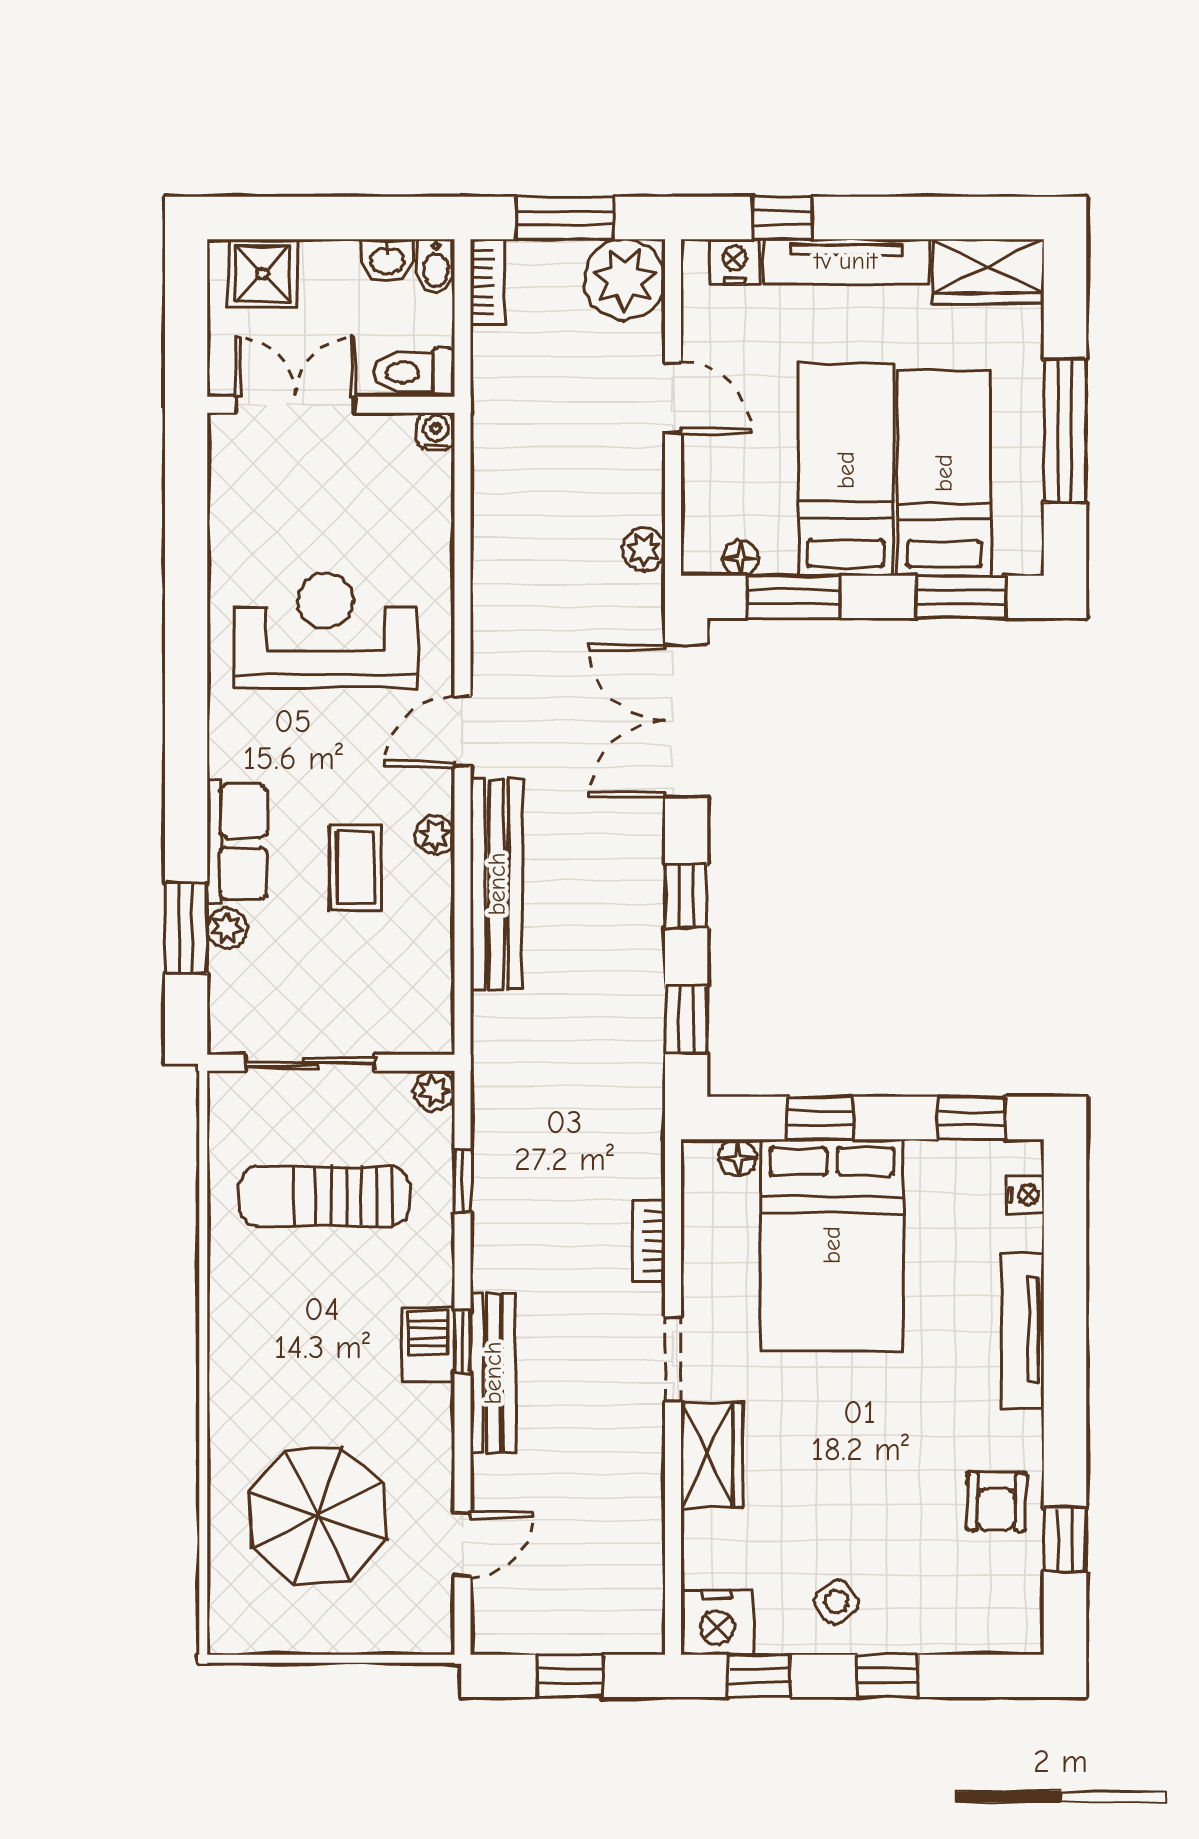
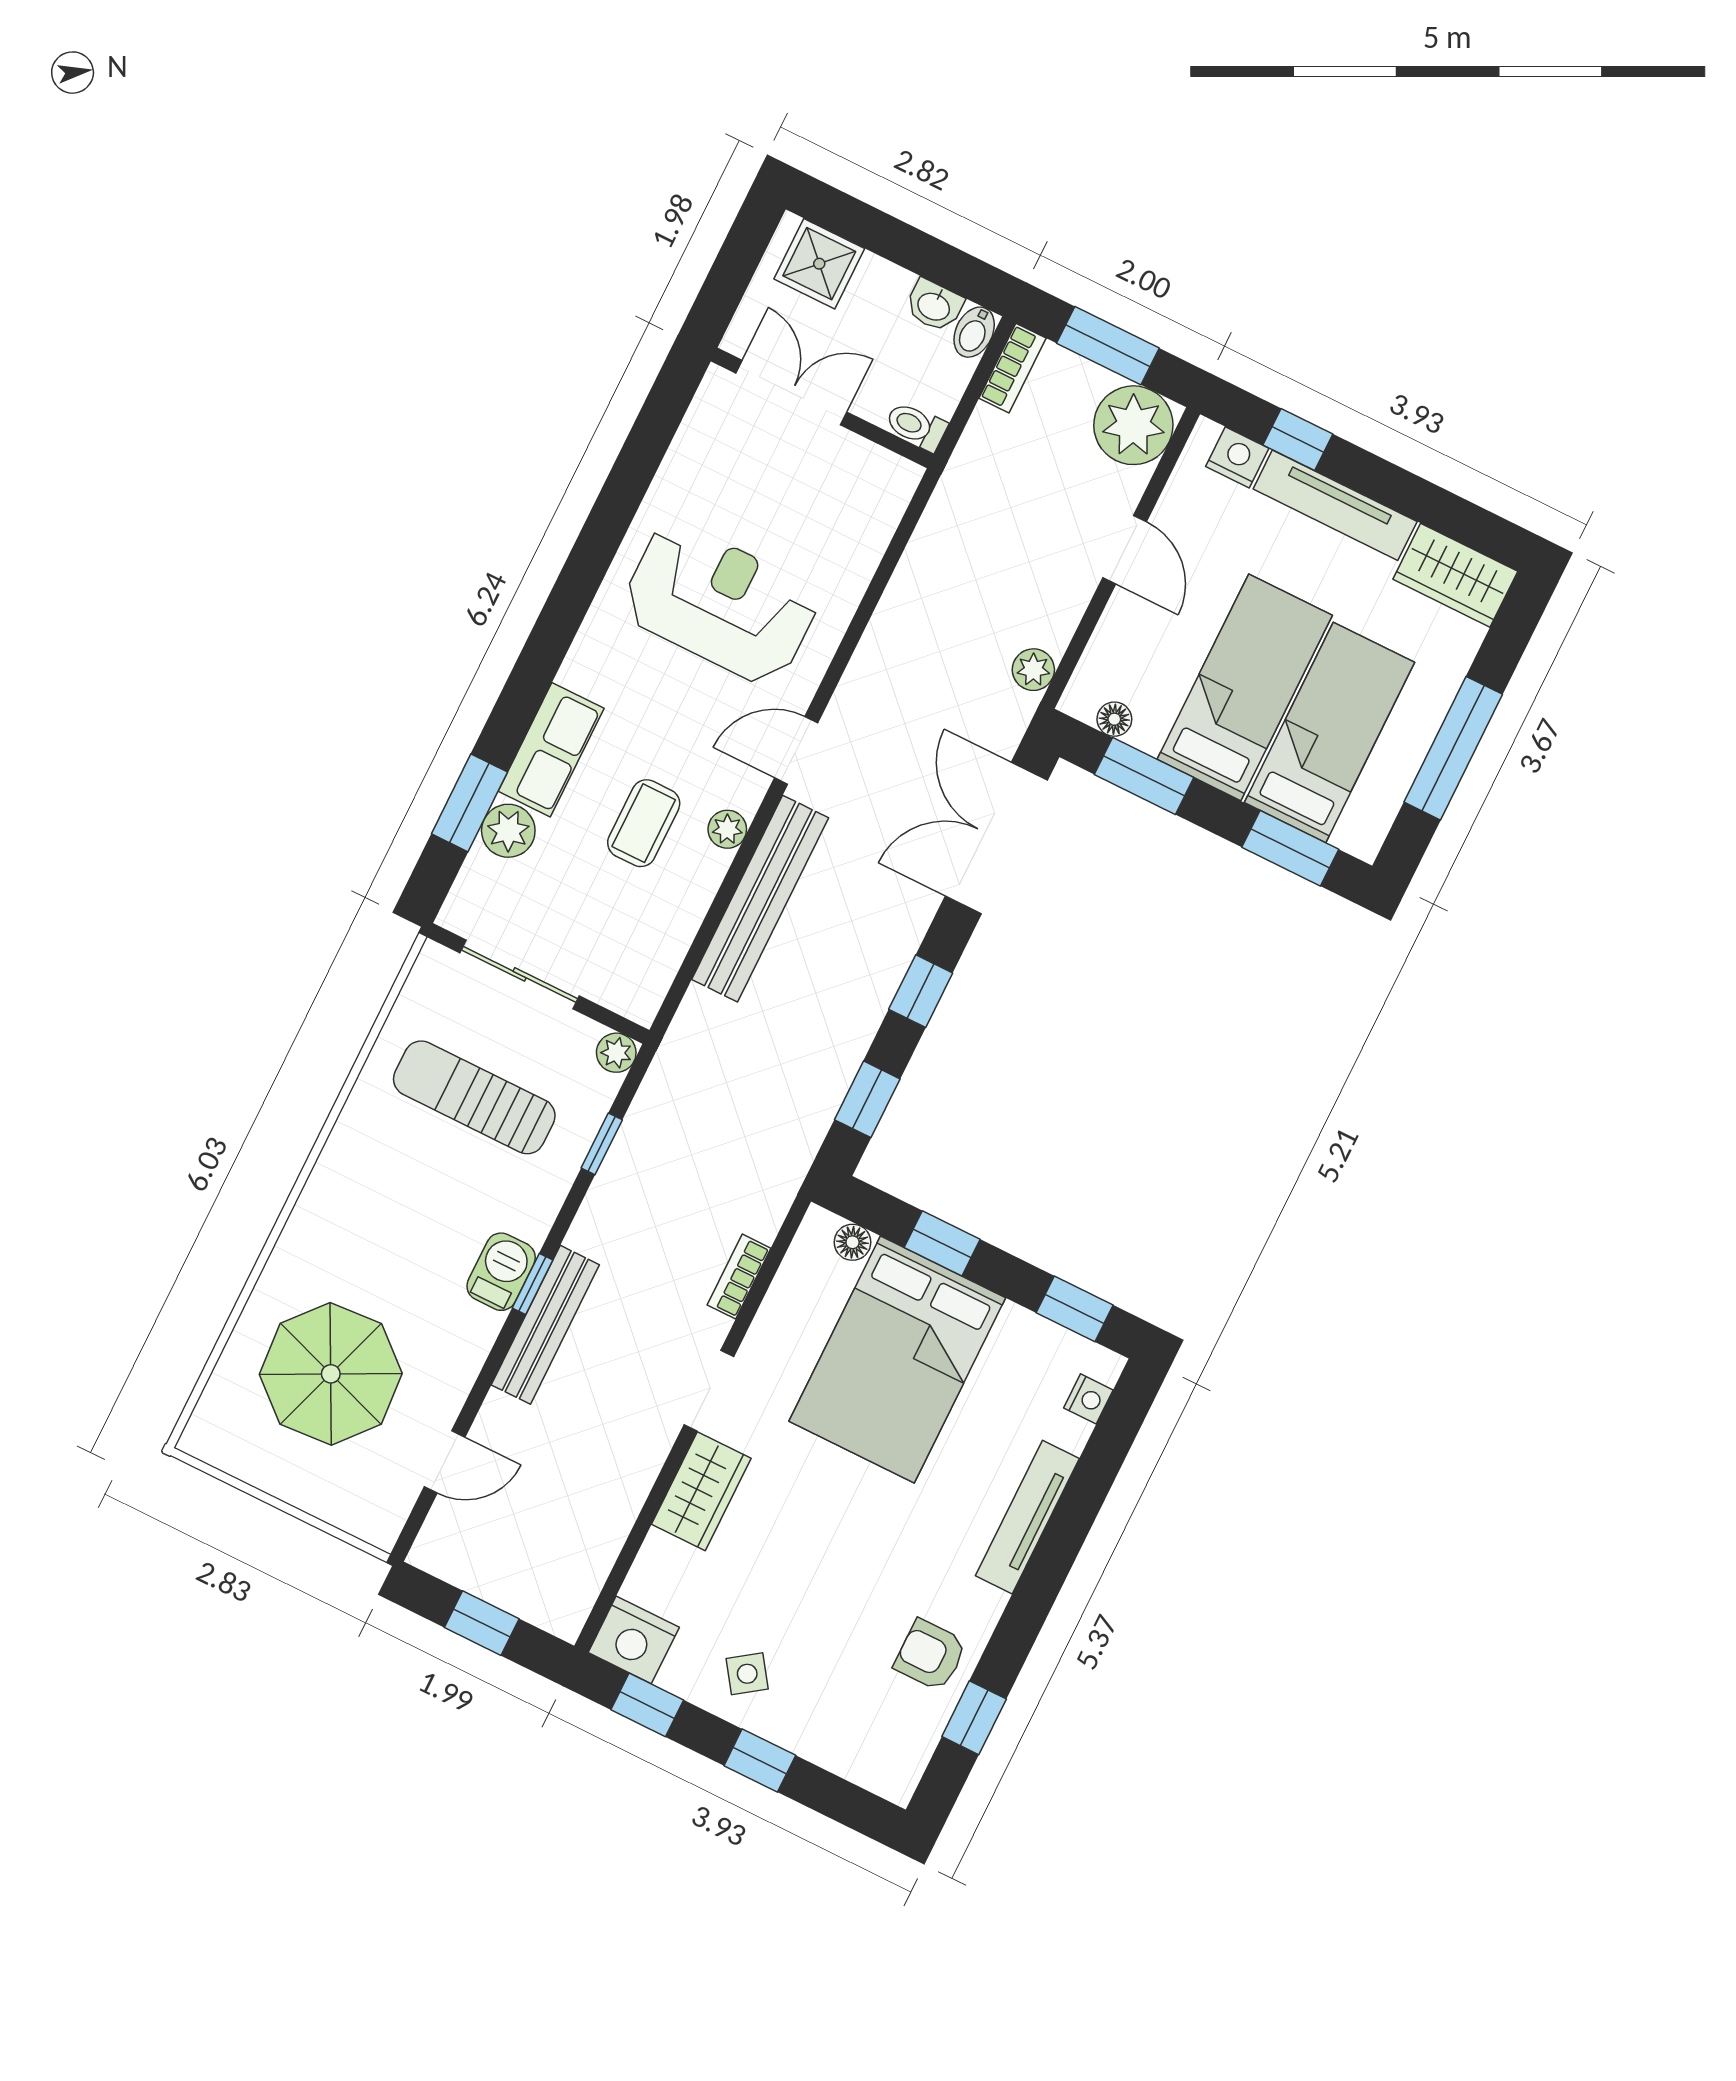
toilet: (414, 372) -> (916, 426), width x0.73, depth x0.72
water cooler: (436, 431) -> (903, 476), removed
plant: (227, 928) -> (508, 831), width x1.38, depth x1.38
armchair: (996, 1502) -> (930, 1655), turned 89

